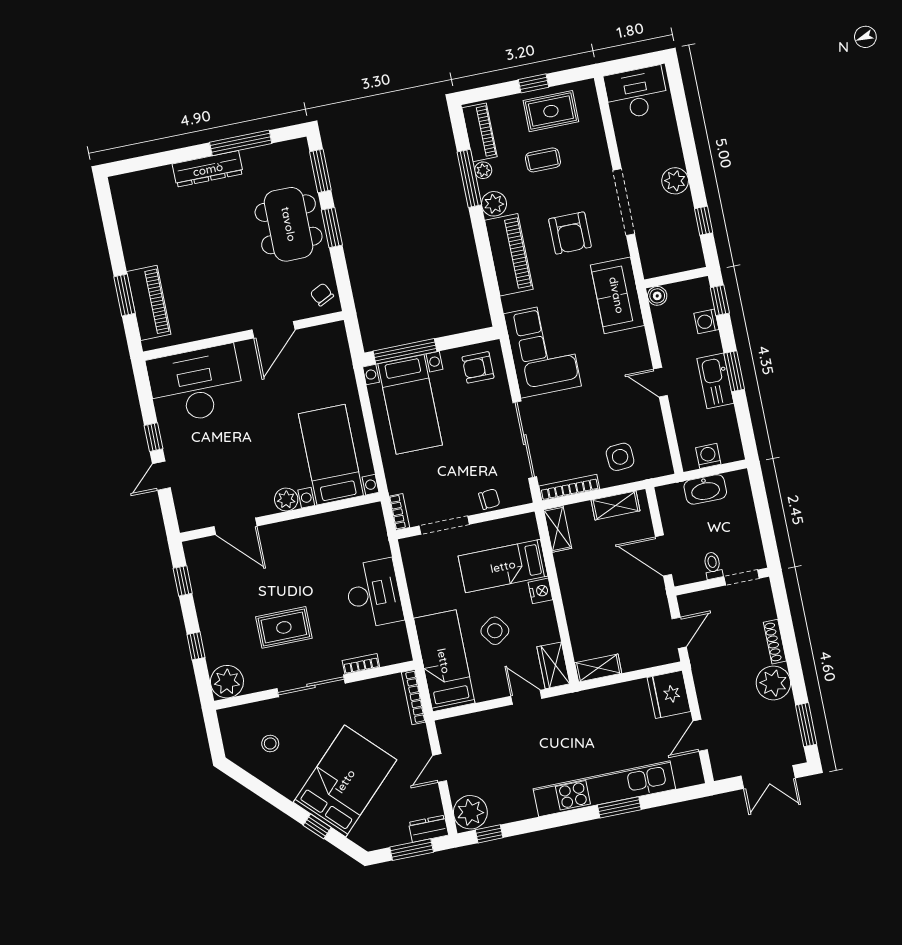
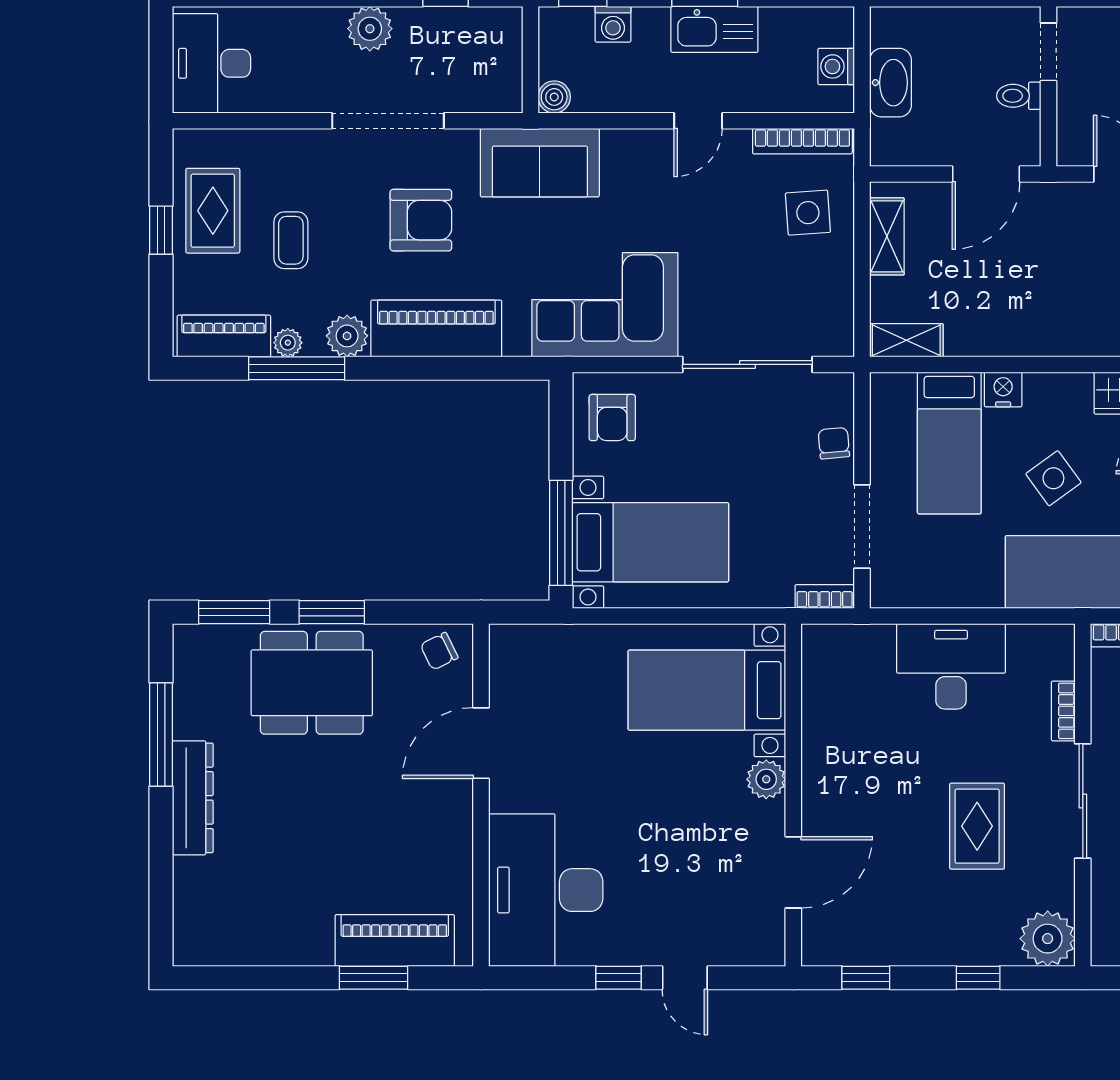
door: (274, 330) -> (481, 743), swing flipped
bookcase: (569, 487) -> (802, 141), moved, turned -90

